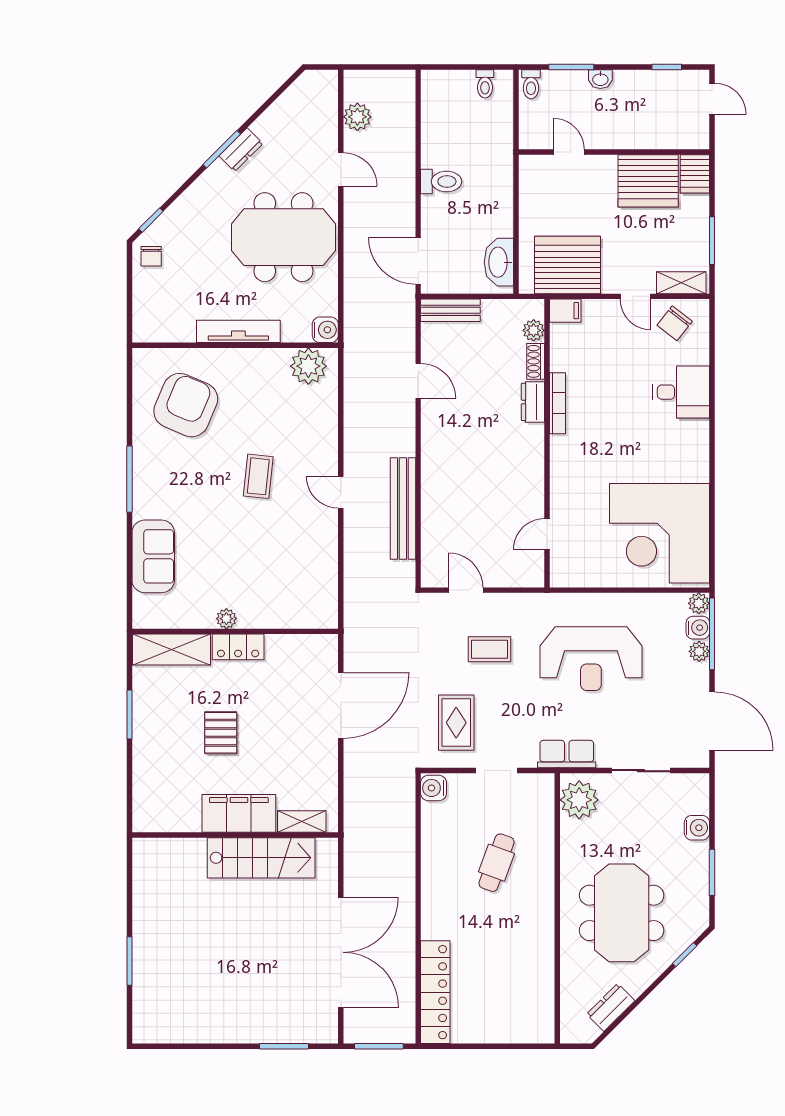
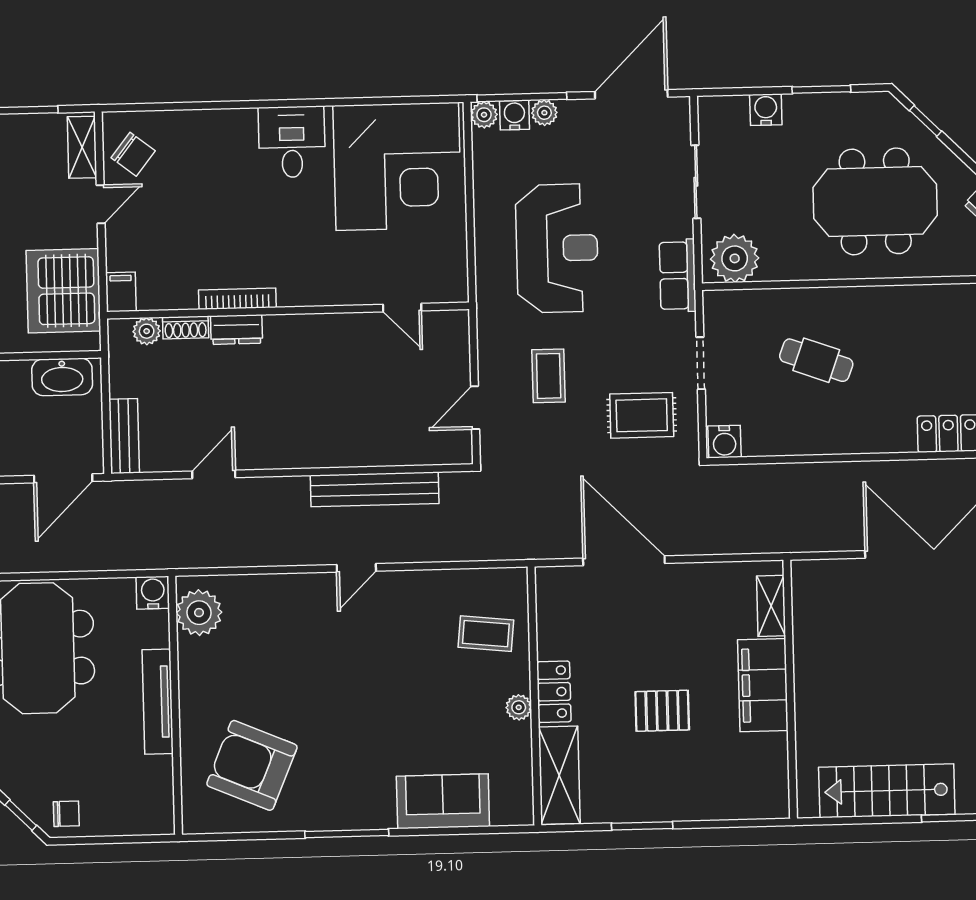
desk: (681, 392) -> (292, 142), moved
coffee table: (258, 476) -> (486, 634), moved
stairs: (261, 858) -> (887, 791), moved, turned -90

